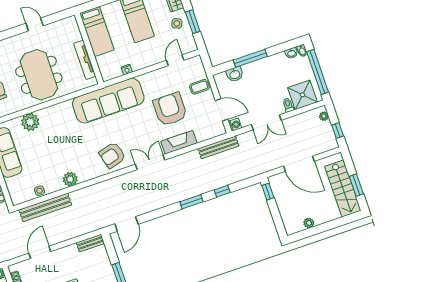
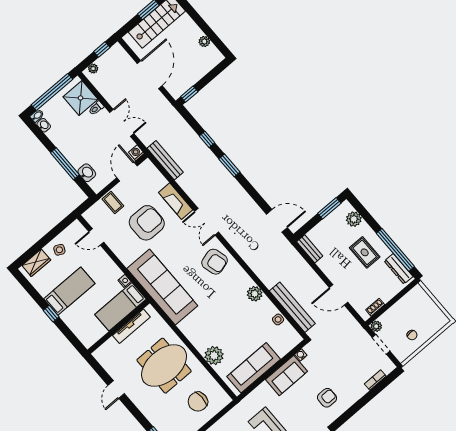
window: (193, 22) -> (51, 235), removed
bed: (97, 32) -> (120, 307), moved, turned 180
armchair: (170, 109) -> (147, 223), turned 180

